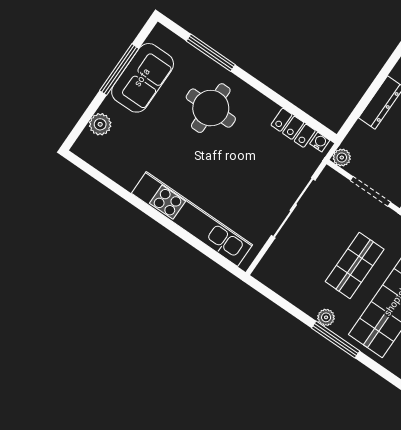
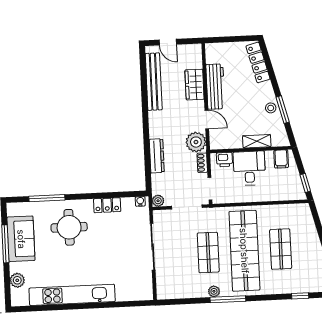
locker: (293, 128) -> (107, 205), moved
kitchen unit: (192, 219) -> (72, 295), moved

